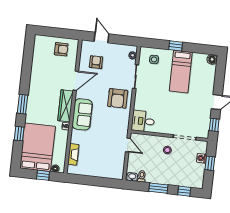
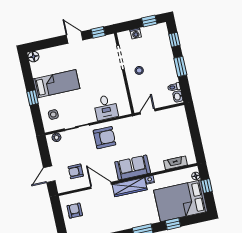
desk: (143, 121) -> (106, 107), moved
window: (210, 163) -> (149, 21), moved

